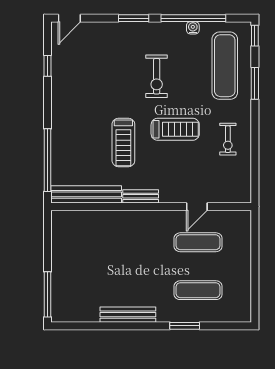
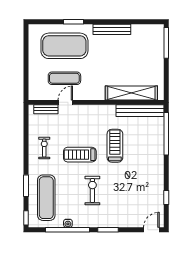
bench: (141, 196) -> (46, 109), moved
shelving: (99, 221) -> (131, 93), added
exercise mat: (198, 290) -> (64, 46), width x2.00, depth x1.45

